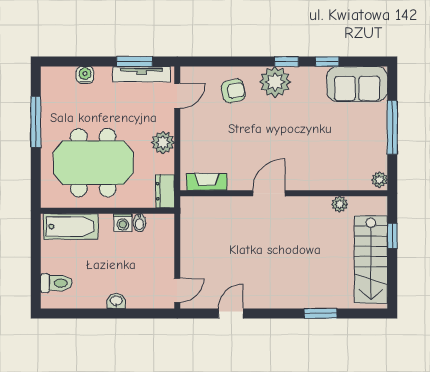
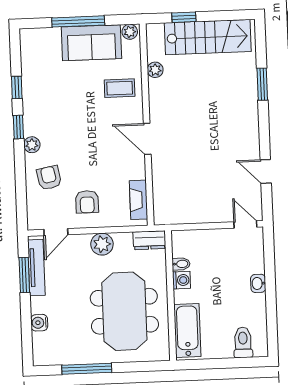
plant: (275, 82) -> (32, 145), width x0.53, depth x0.53
sofa: (357, 84) -> (91, 43), moved, turned 90
door: (177, 96) -> (56, 232), swing flipped
armchair: (207, 129) -> (87, 202), added
coffee table: (322, 167) -> (120, 88), added

